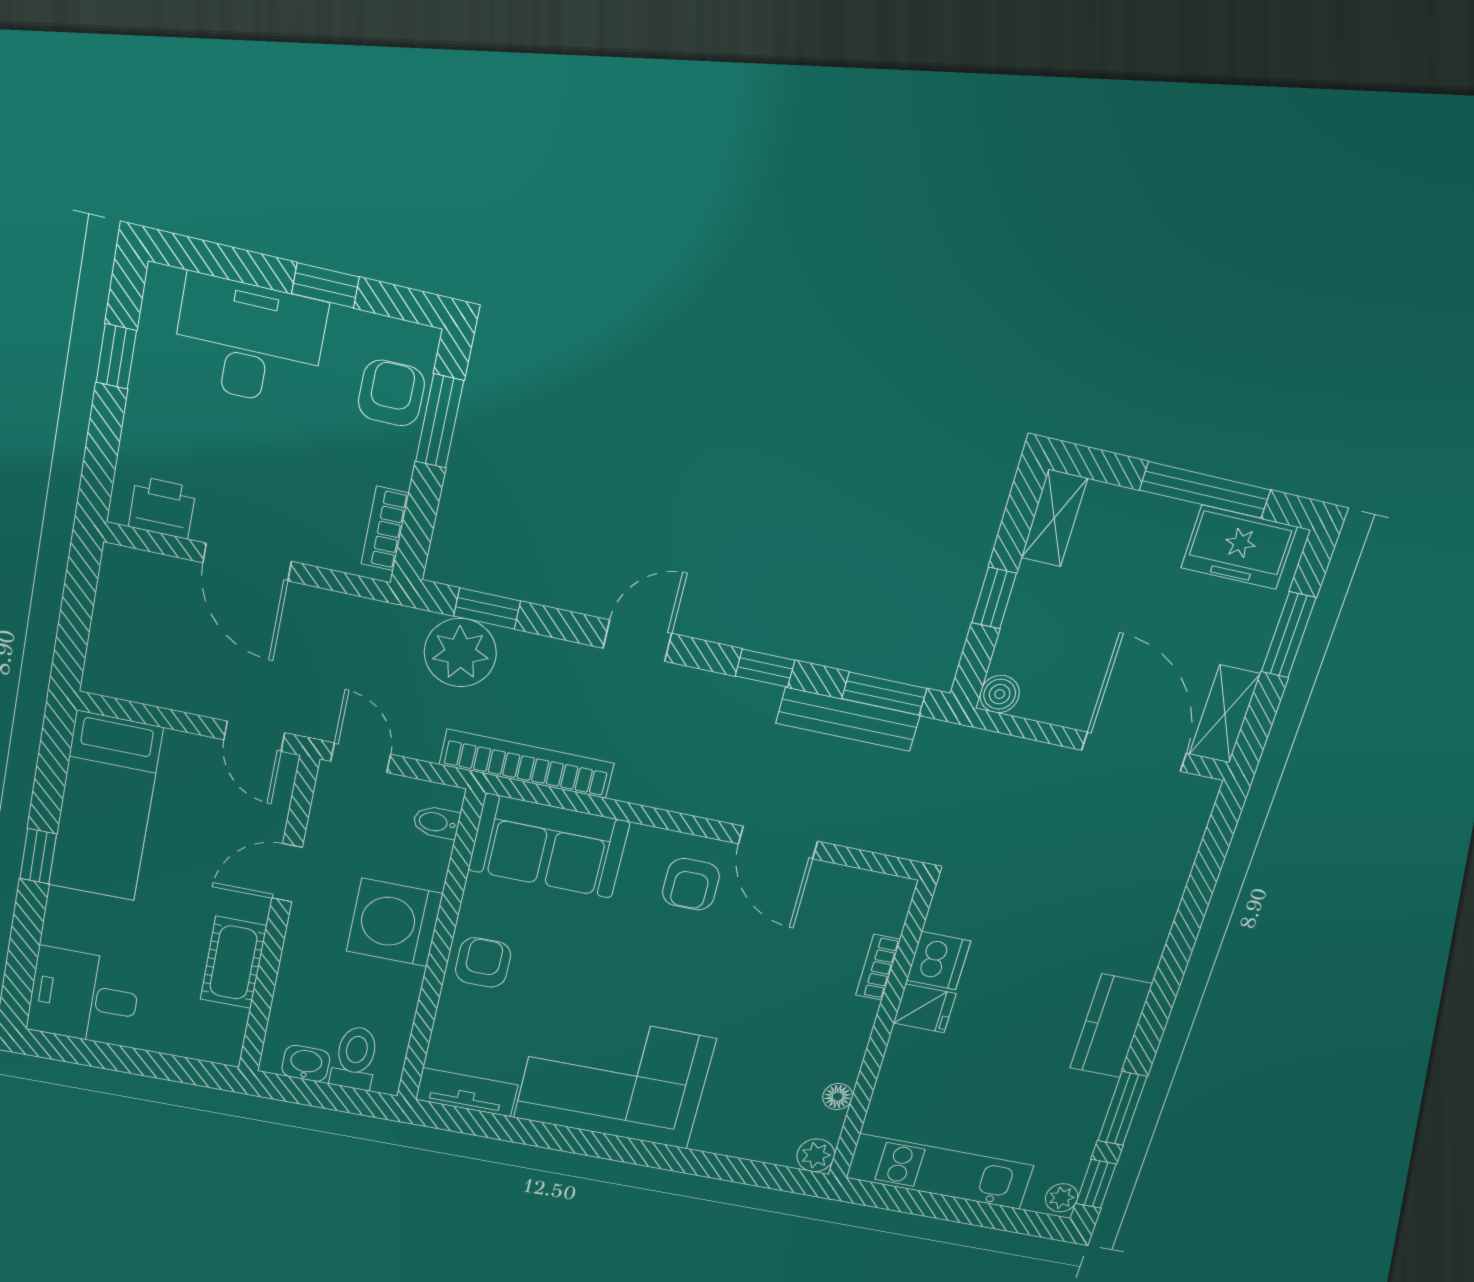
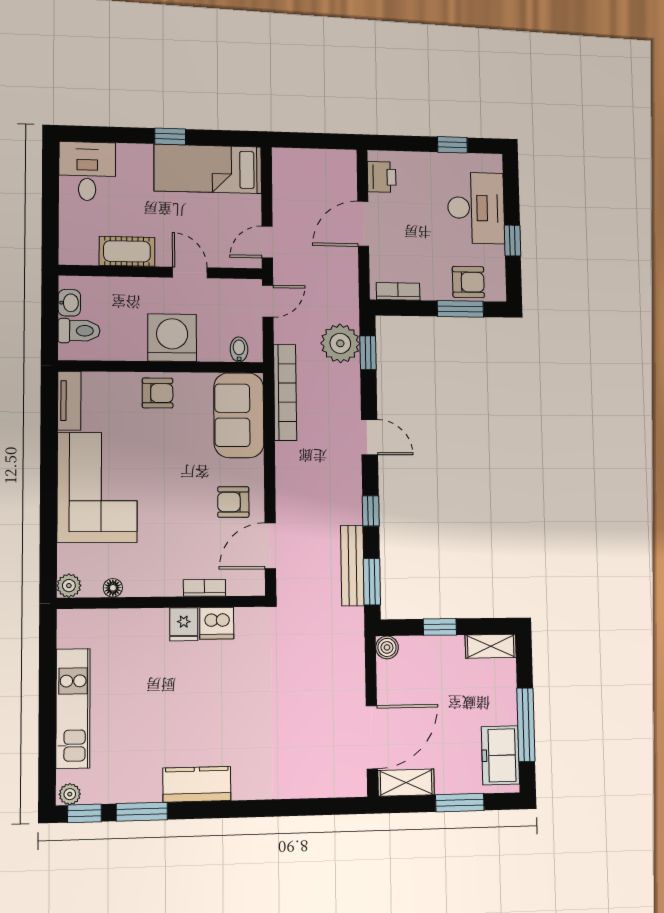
dishwasher: (939, 961) -> (217, 623), moved
bookcase: (878, 967) -> (204, 588), moved
fridge: (925, 1008) -> (184, 624), moved
wall: (881, 1033) -> (162, 602), moved
floor lamp: (838, 1097) -> (113, 588), moved
plant: (816, 1155) -> (69, 586), moved

